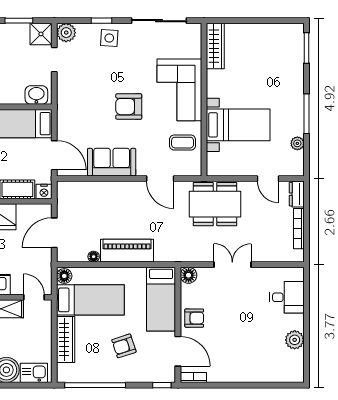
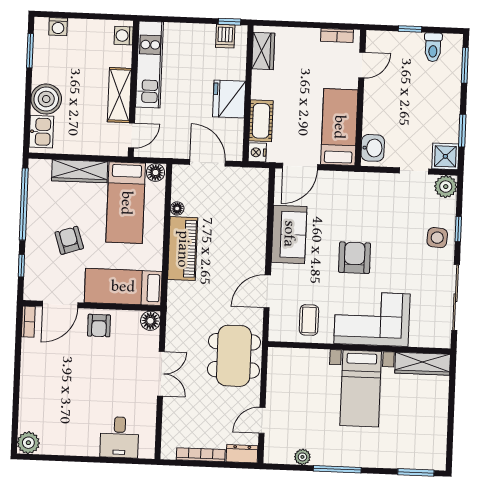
bed with nightstands: (238, 125) -> (361, 388), moved
plant: (295, 340) -> (28, 443), moved
window: (162, 385) -> (21, 266), moved

